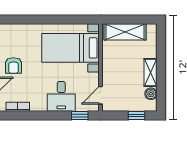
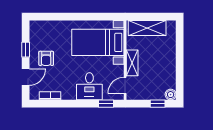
shelving: (150, 73) -> (132, 63), moved
boiler: (151, 94) -> (171, 95), moved

